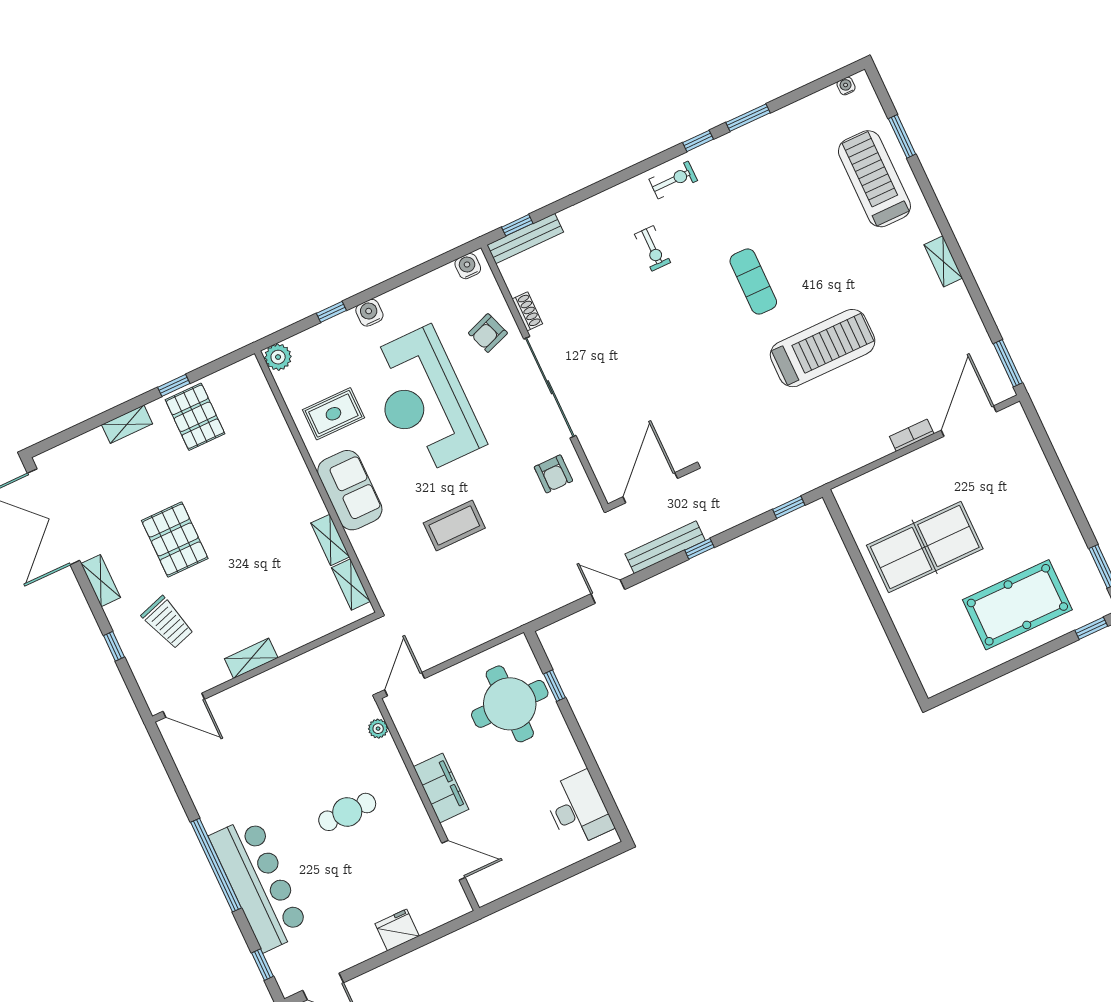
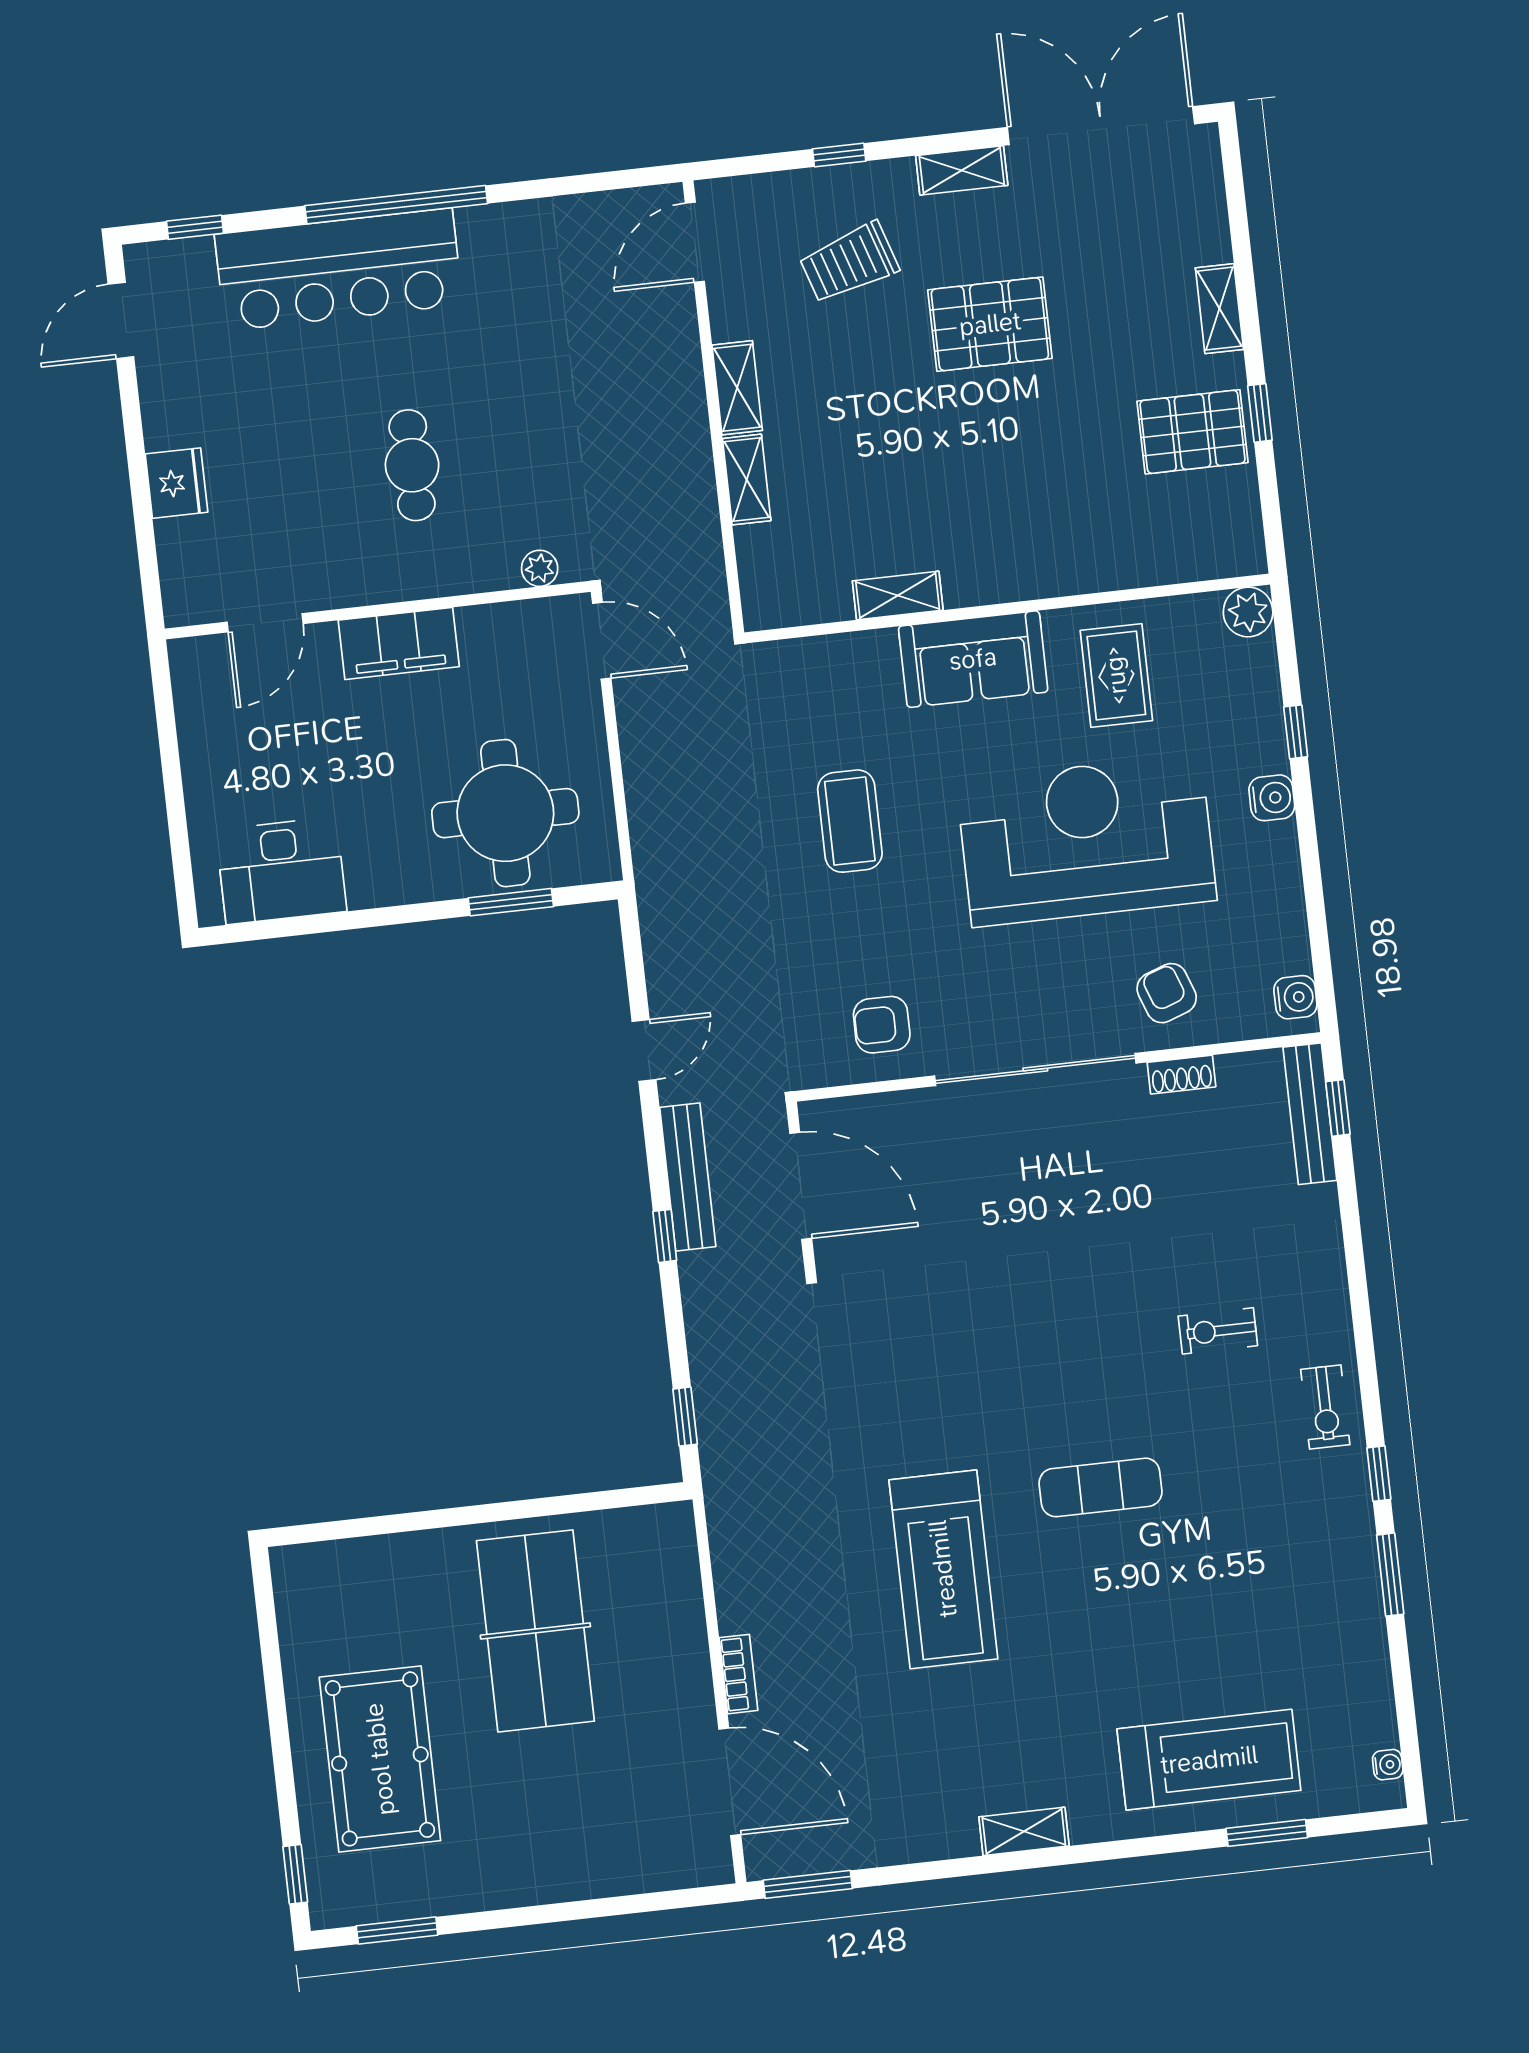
shelving: (351, 584) -> (747, 480), moved, turned 90
window: (555, 686) -> (511, 902), width x1.50

